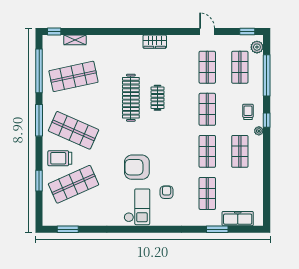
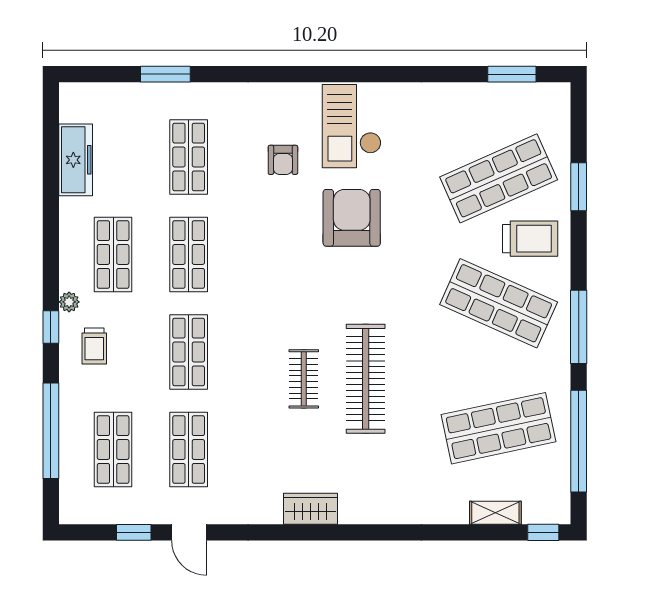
window: (247, 31) -> (134, 532), moved
plant: (257, 47) -> (73, 496), removed
armchair: (137, 167) -> (352, 218), turned -90
freezer: (238, 219) -> (76, 160), moved, turned -90

